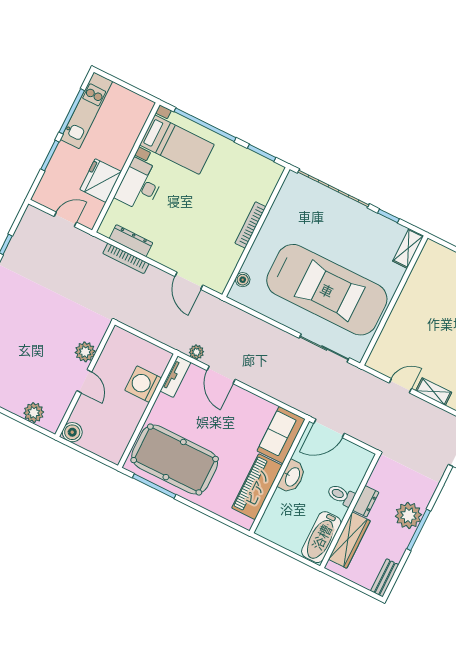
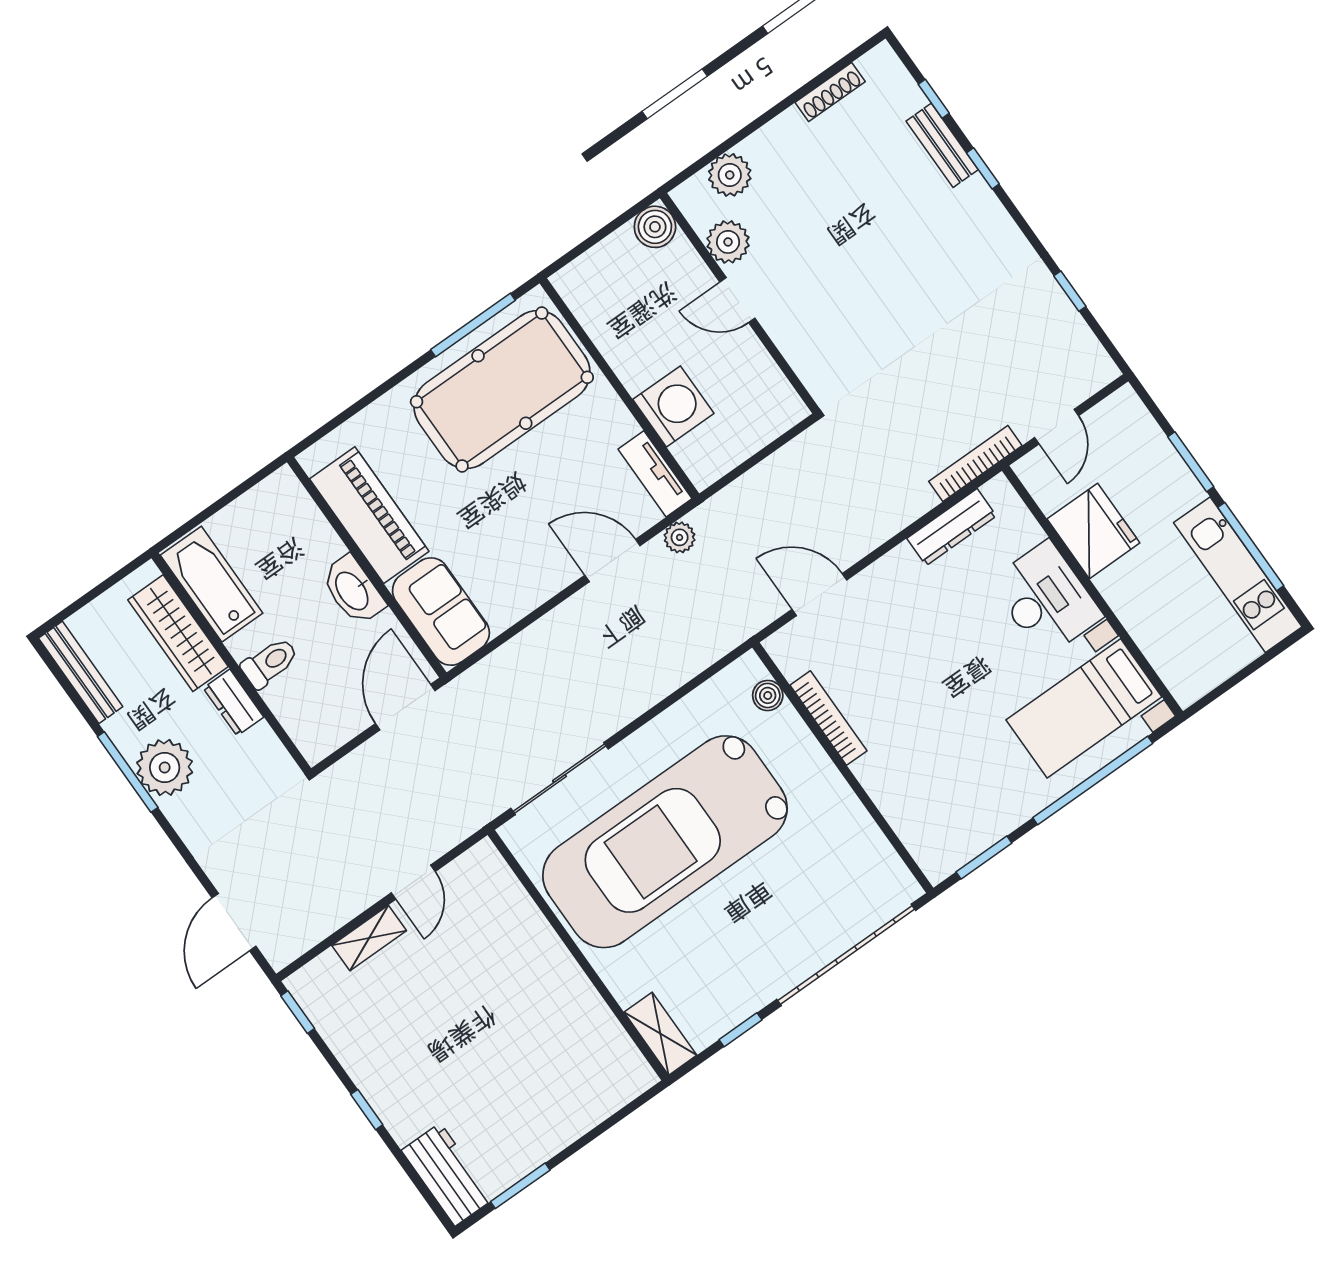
bookcase: (250, 225) -> (828, 718), moved
bookcase: (126, 258) -> (975, 463), moved
plant: (85, 352) -> (728, 242), moved
bench: (385, 578) -> (81, 672), width x1.36

